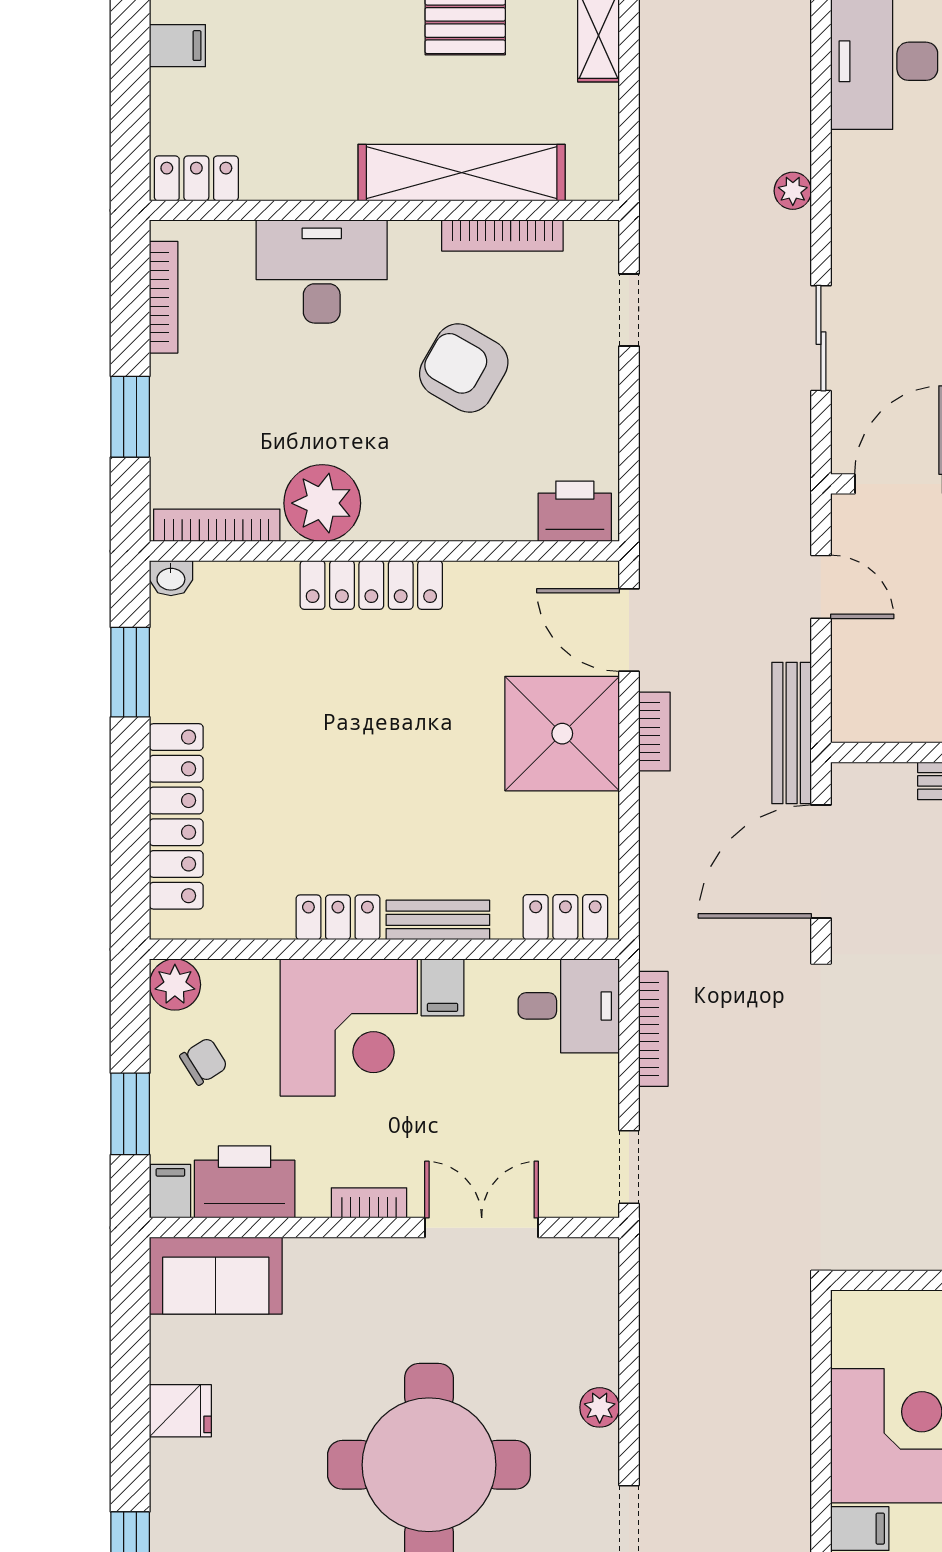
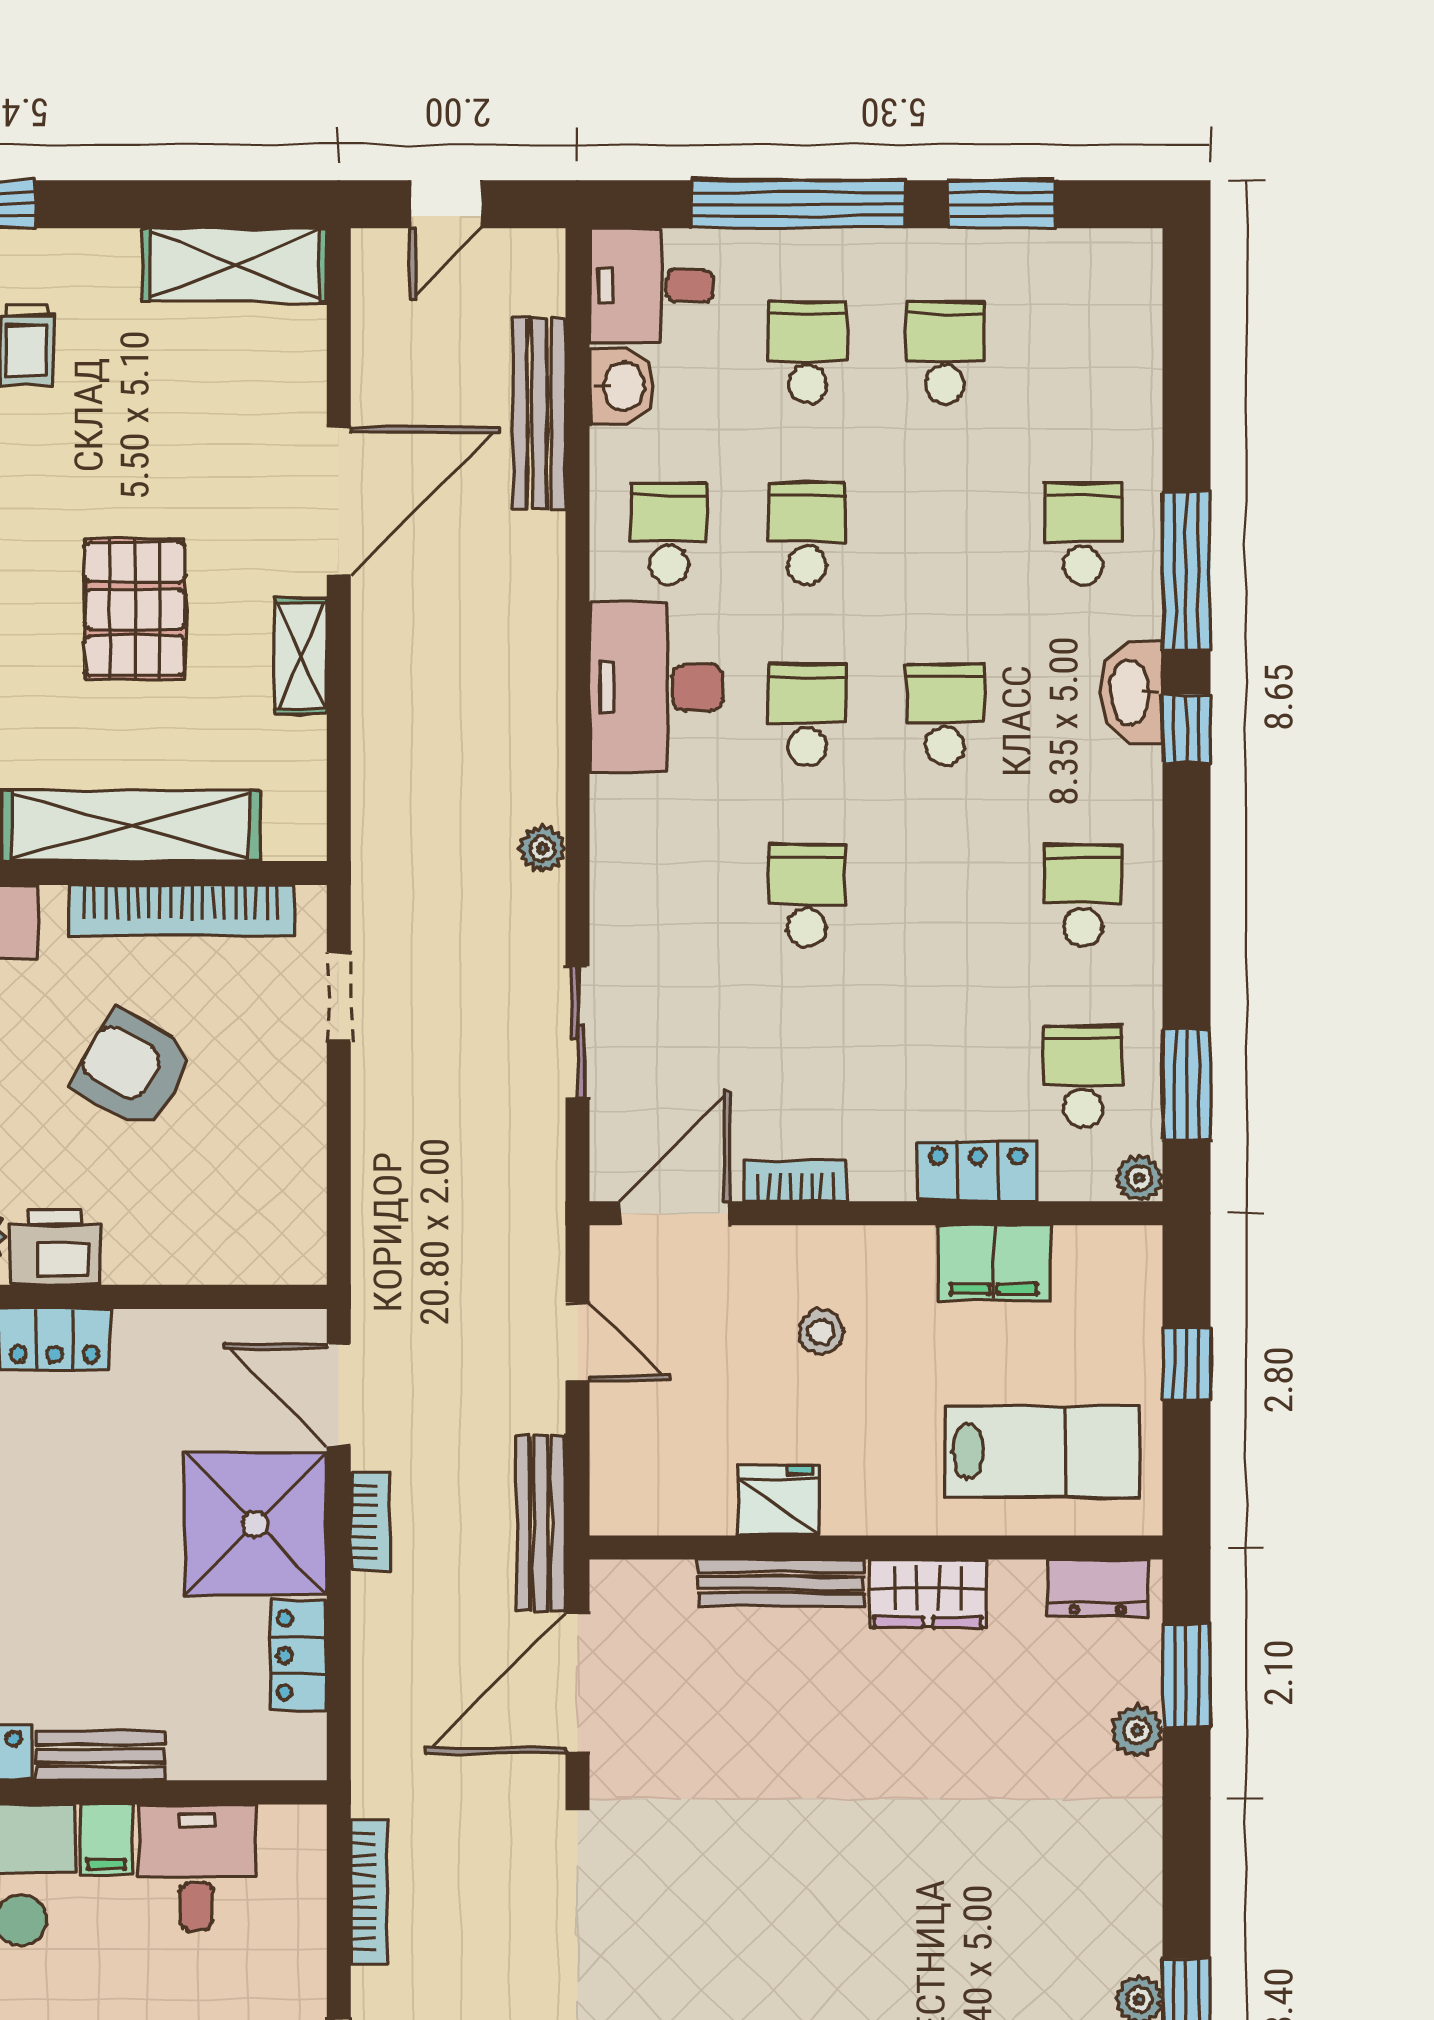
bookcase: (502, 236) -> (181, 910), width x1.48, depth x1.31
printer: (575, 511) -> (55, 1247), moved
locker: (565, 917) -> (299, 1655), moved, turned -90
desk: (569, 1006) -> (197, 1867), moved, turned -90

